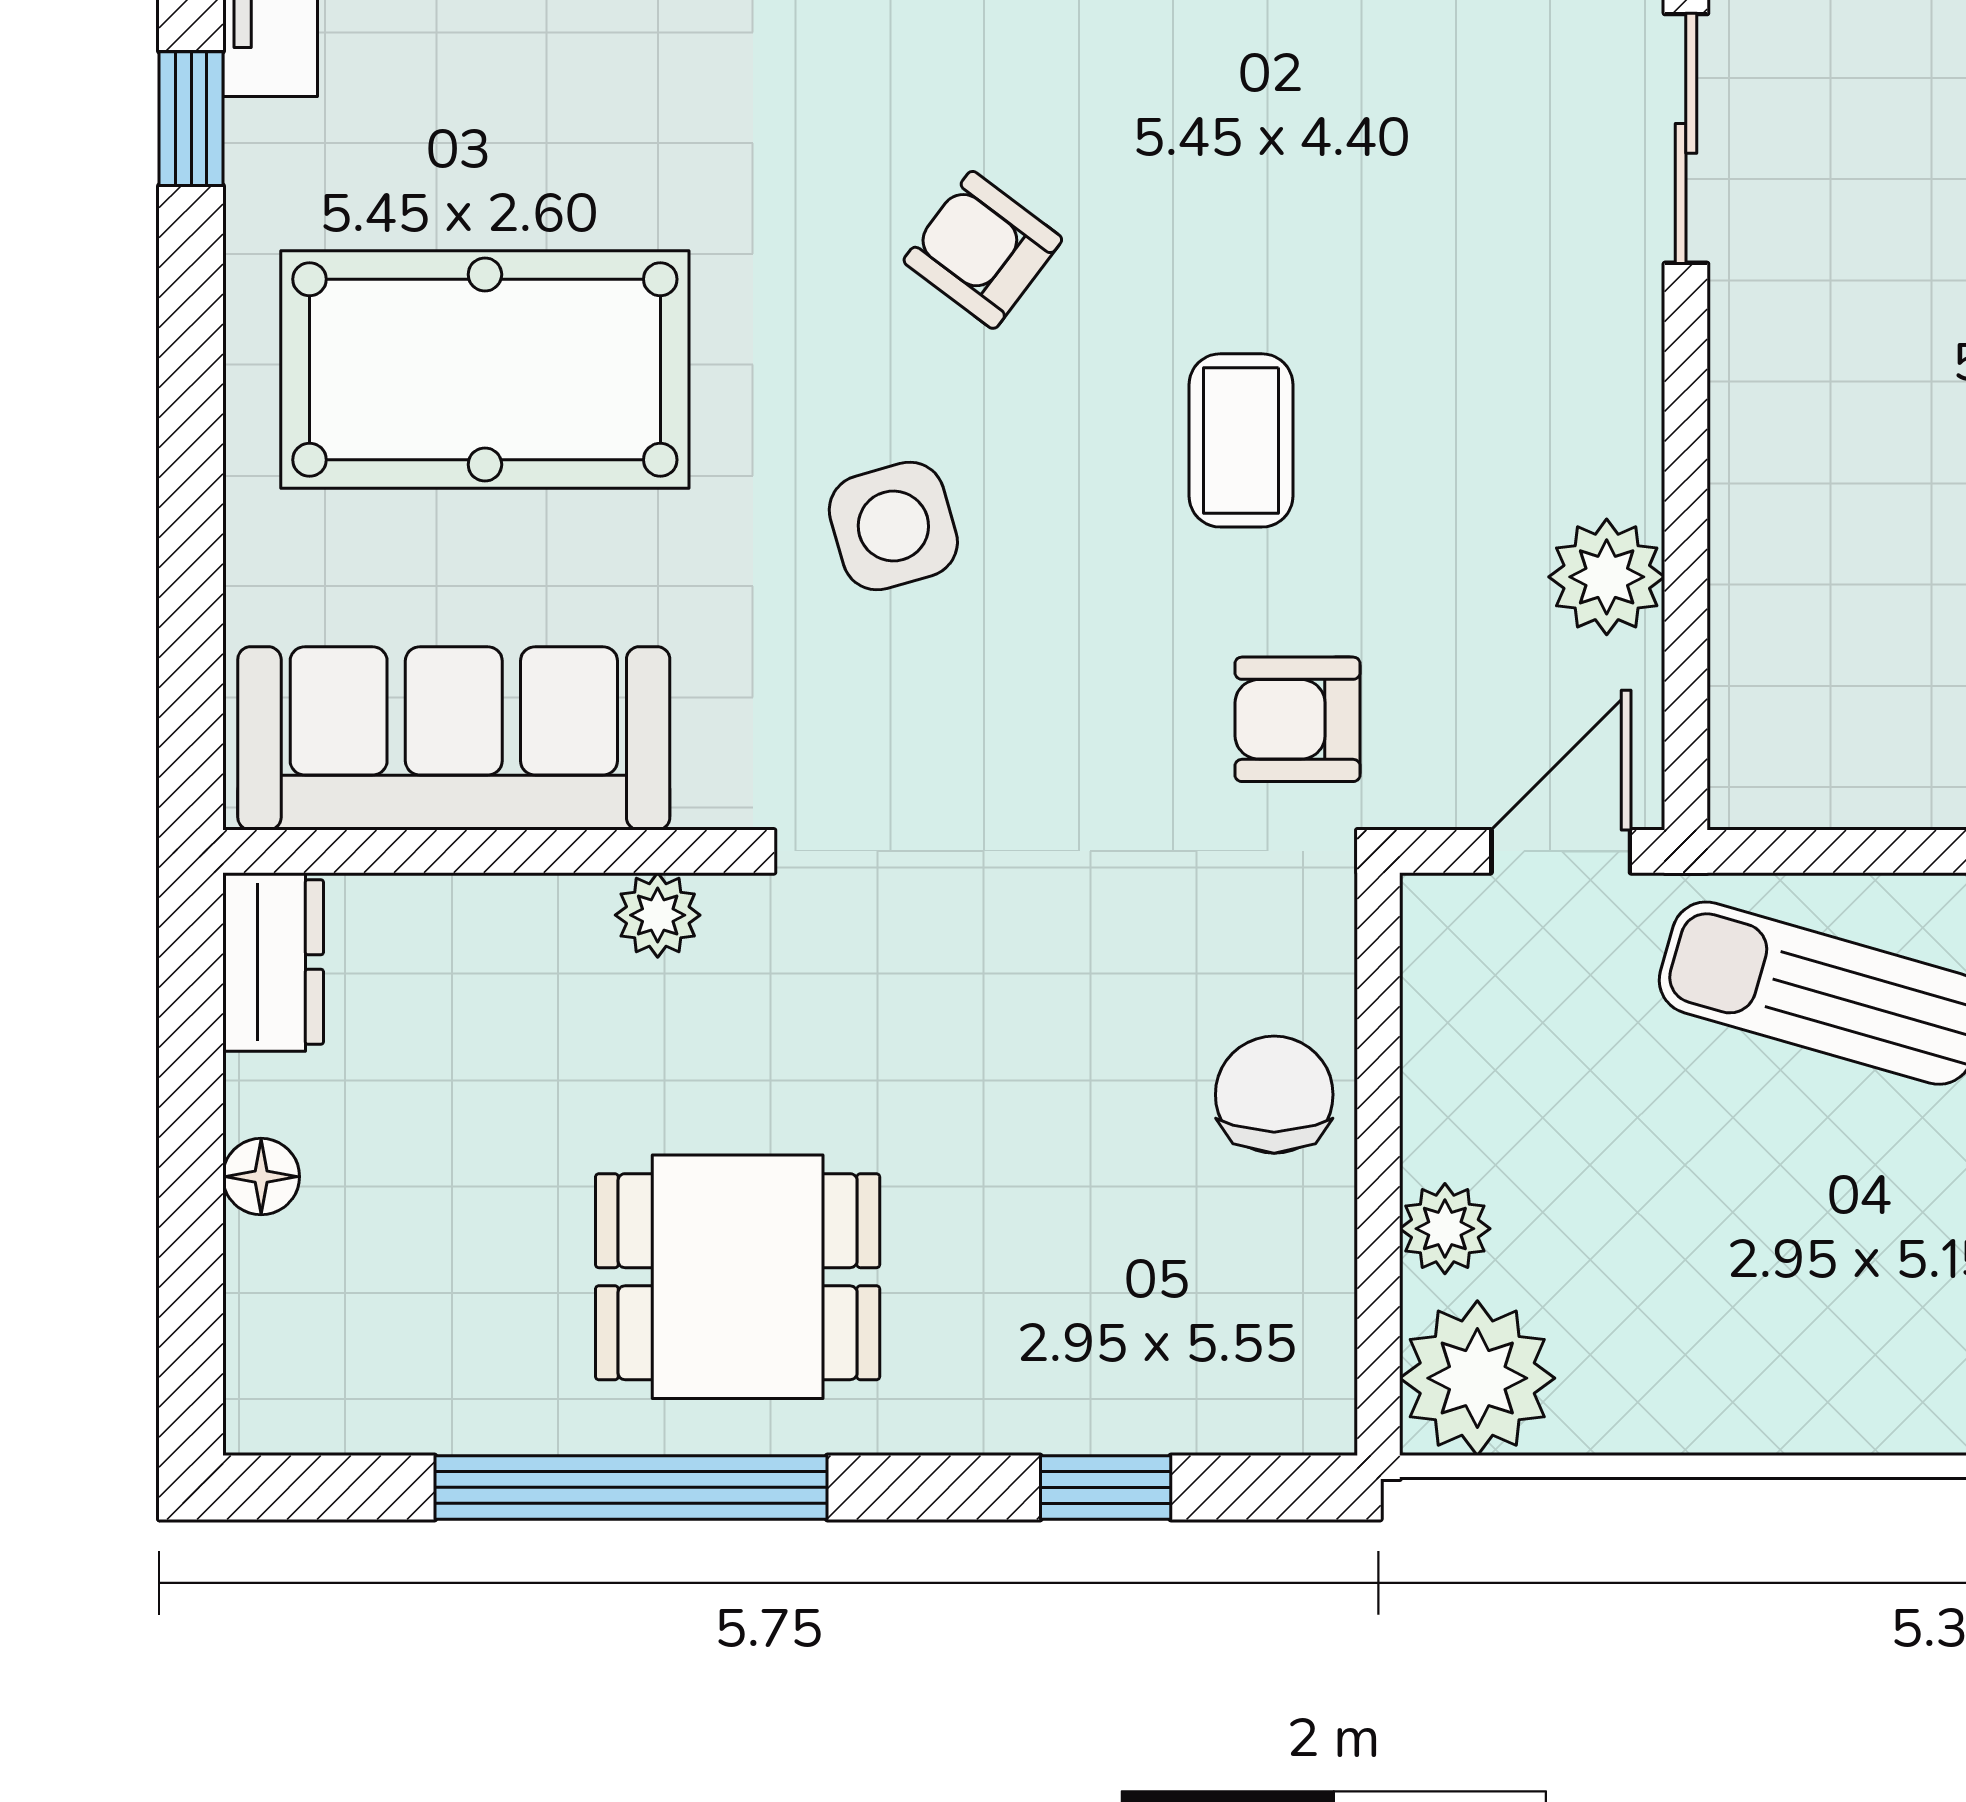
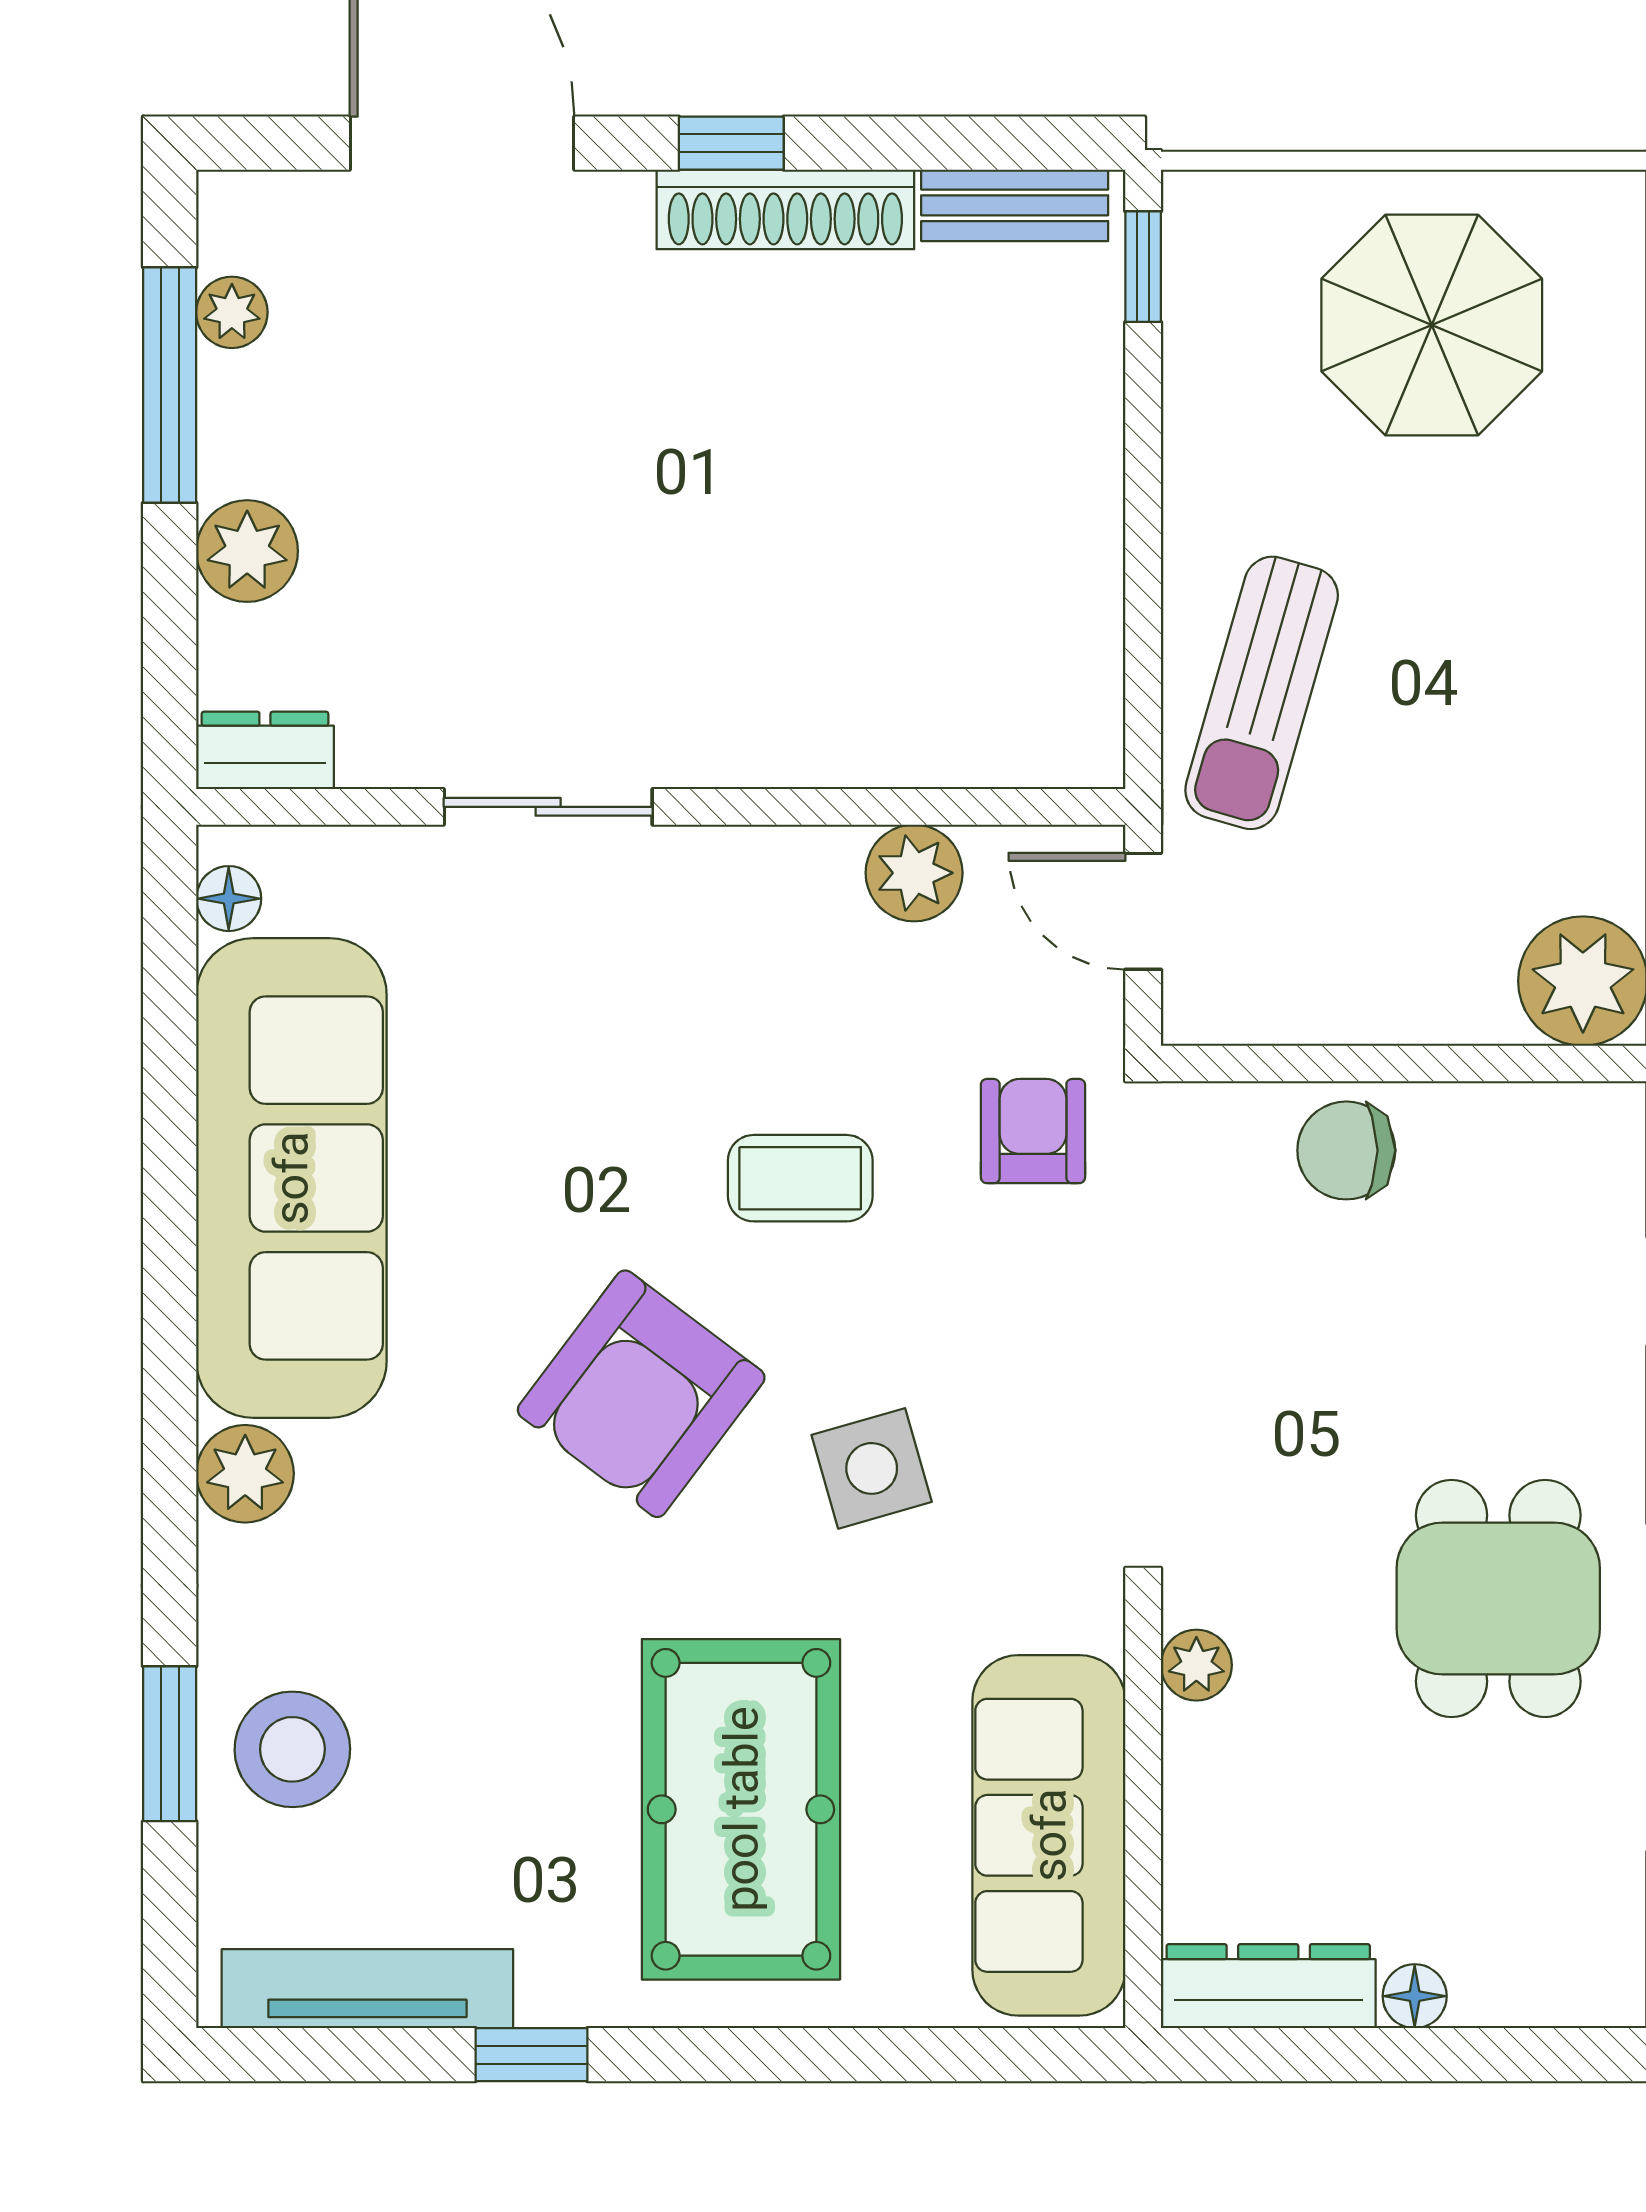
armchair: (983, 250) -> (641, 1394), width x1.88, depth x1.88
armchair: (1298, 719) -> (1033, 1131), turned 180
dresser: (273, 962) -> (1268, 1986), width x1.44
plant: (1445, 1229) -> (1458, 1008), removed

